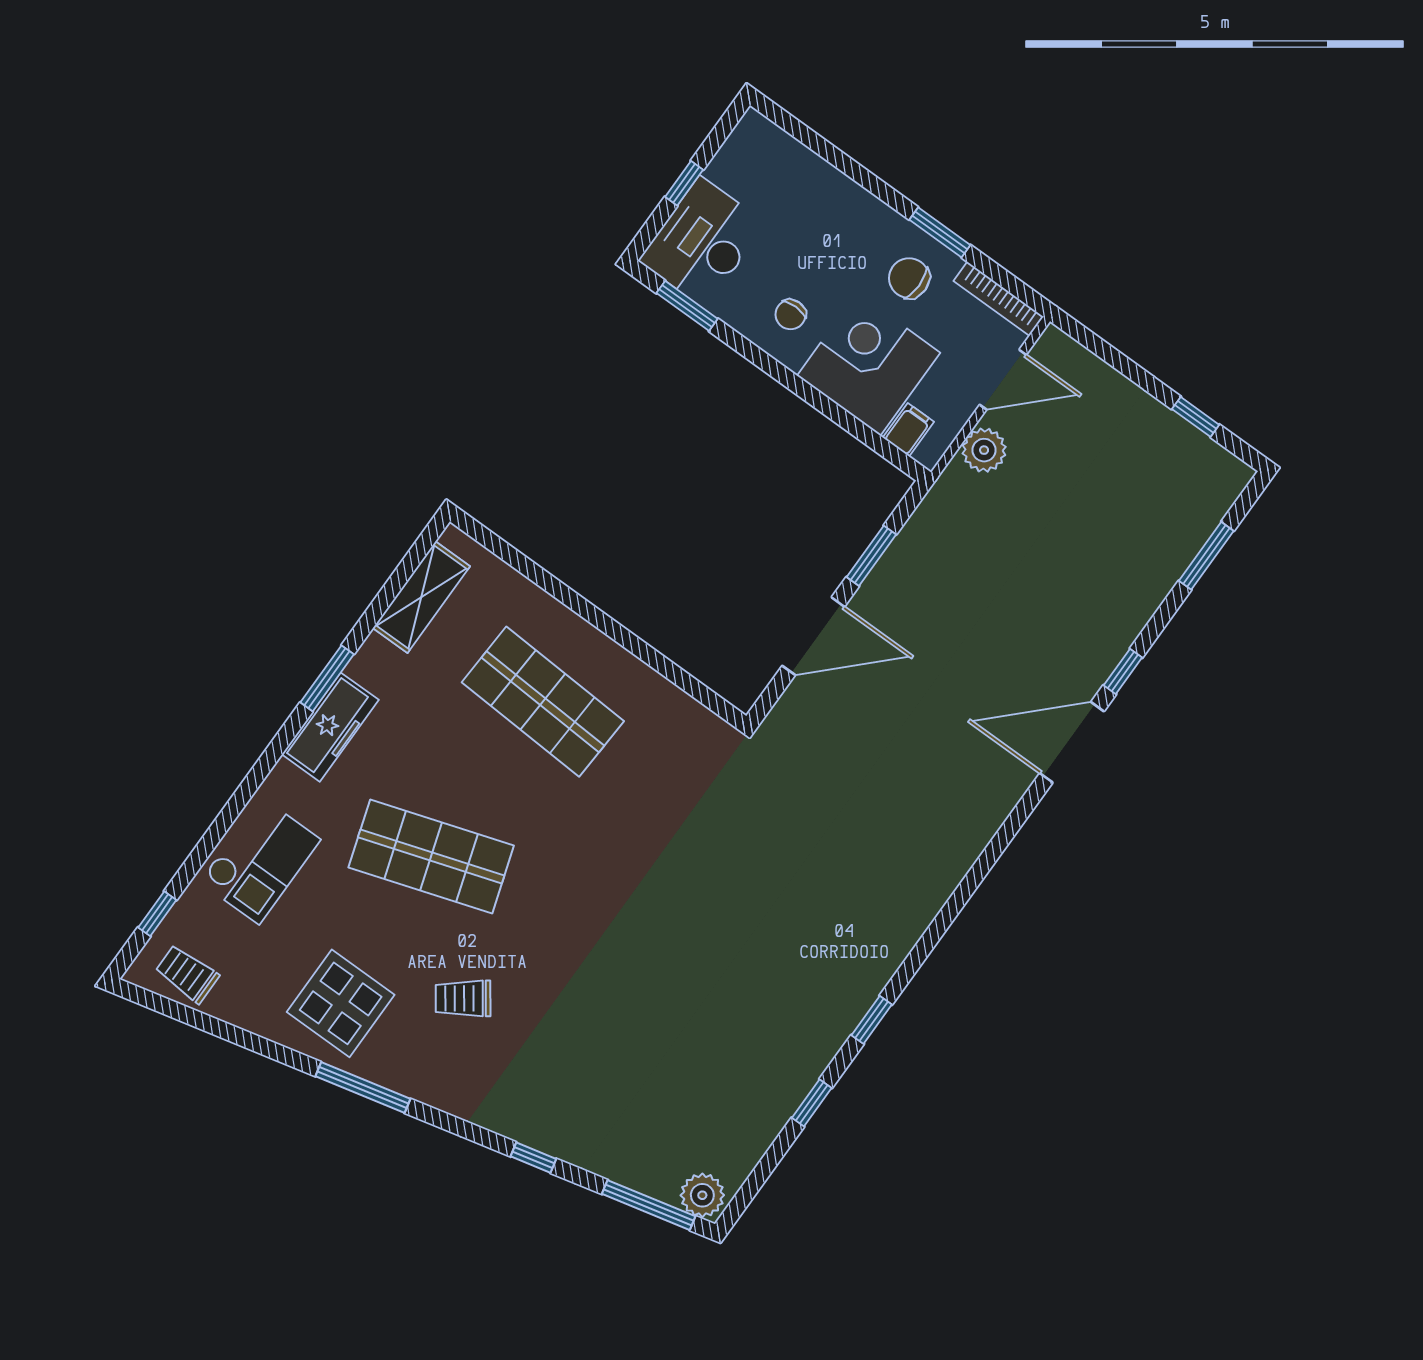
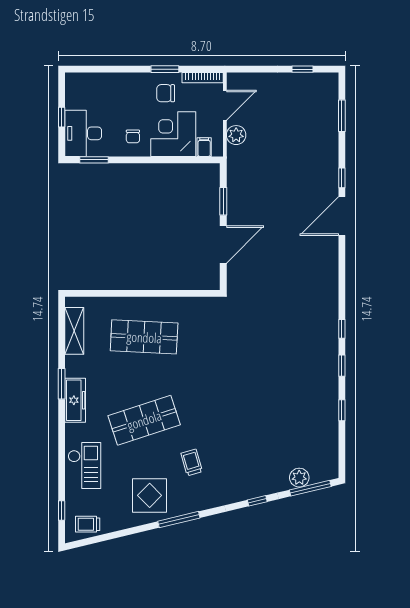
window: (921, 952) -> (342, 329), added
trolley: (463, 998) -> (192, 462), turned 110
plant: (702, 1195) -> (299, 478), moved

